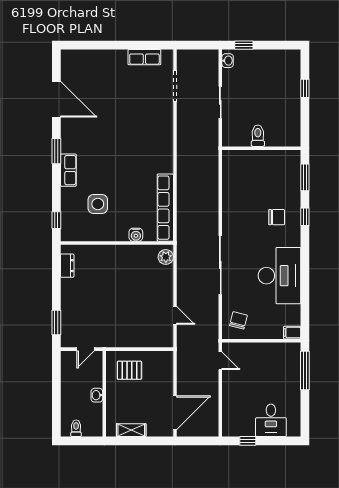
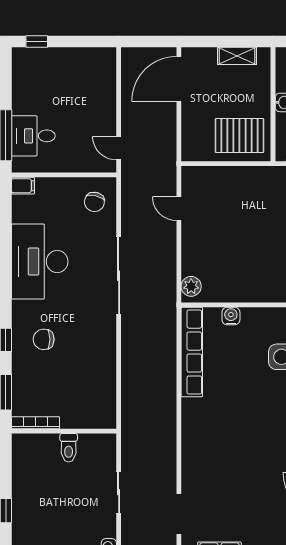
bookcase: (283, 155) -> (36, 423), added
pallet: (129, 370) -> (239, 136), width x1.50, depth x1.42
desk: (271, 420) -> (33, 136), moved, turned -90
window: (248, 441) -> (37, 42), moved

